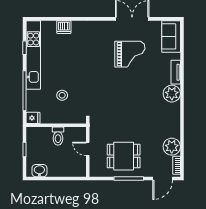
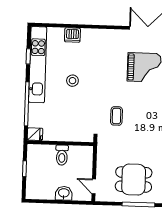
stool: (62, 95) -> (72, 81), moved
coffee table: (106, 99) -> (116, 116), added
door: (88, 149) -> (94, 186), moved
washbasin: (39, 171) -> (64, 193), moved

